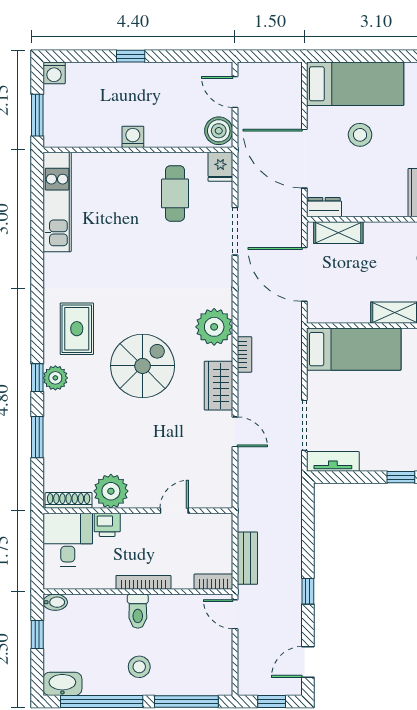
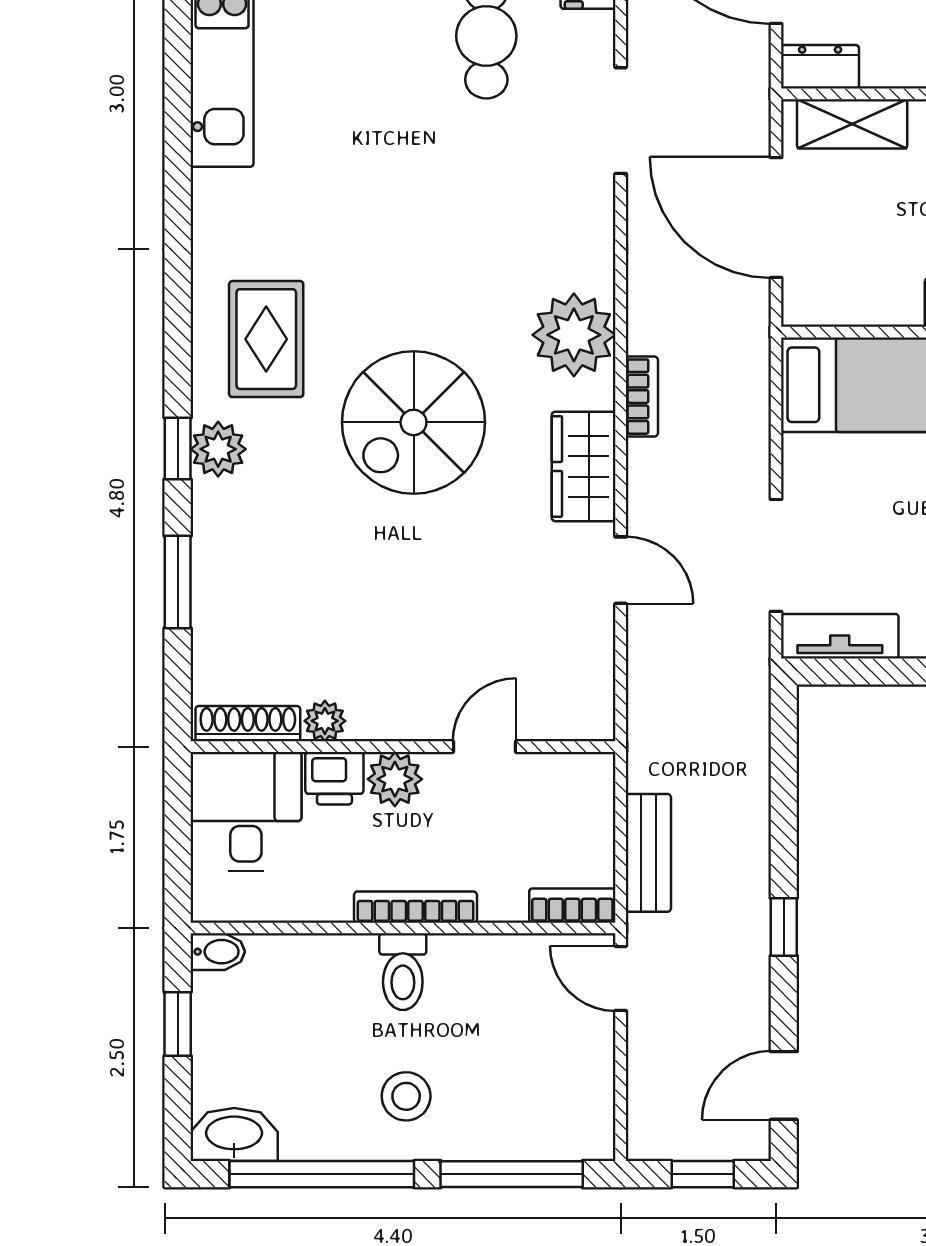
spiral stairs: (143, 366) -> (414, 422), turned 180
plant: (111, 491) -> (325, 721), width x0.53, depth x0.53
plant: (134, 525) -> (395, 779), added

